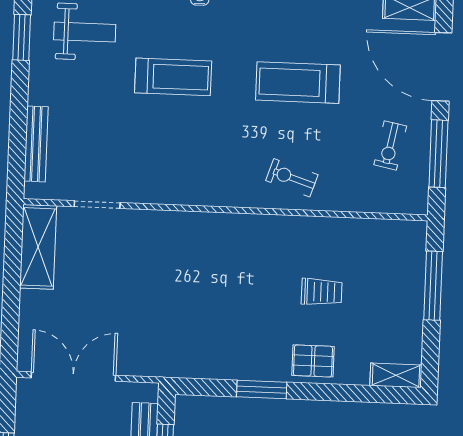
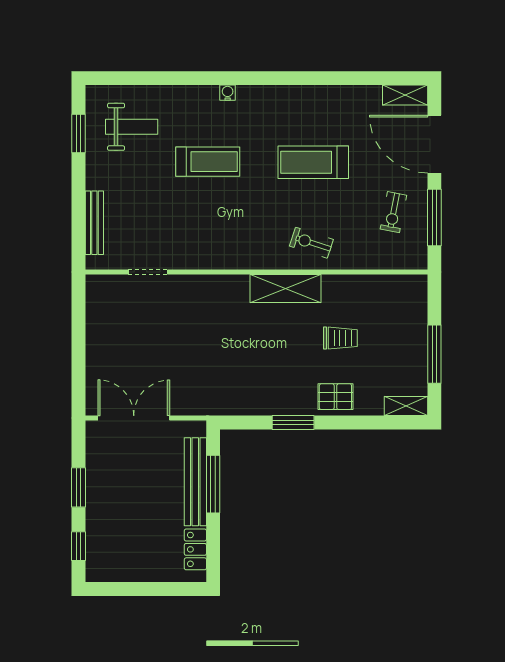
shelving: (38, 247) -> (286, 288), moved, turned 90
window: (433, 286) -> (434, 354), moved

